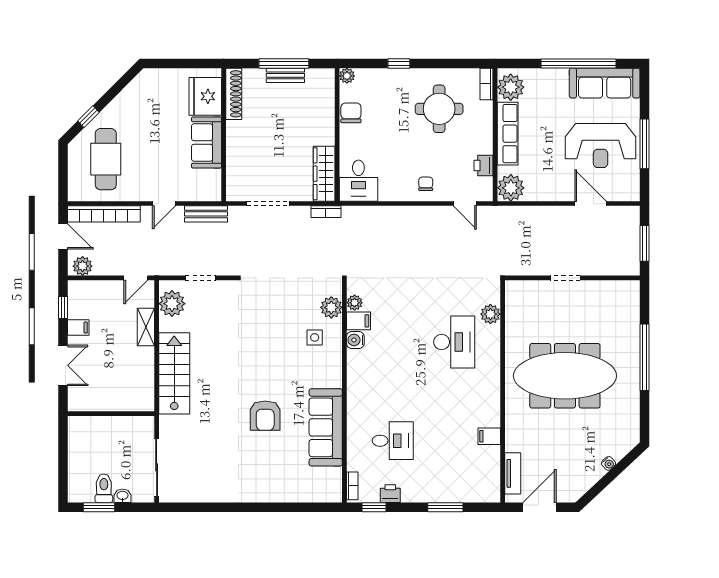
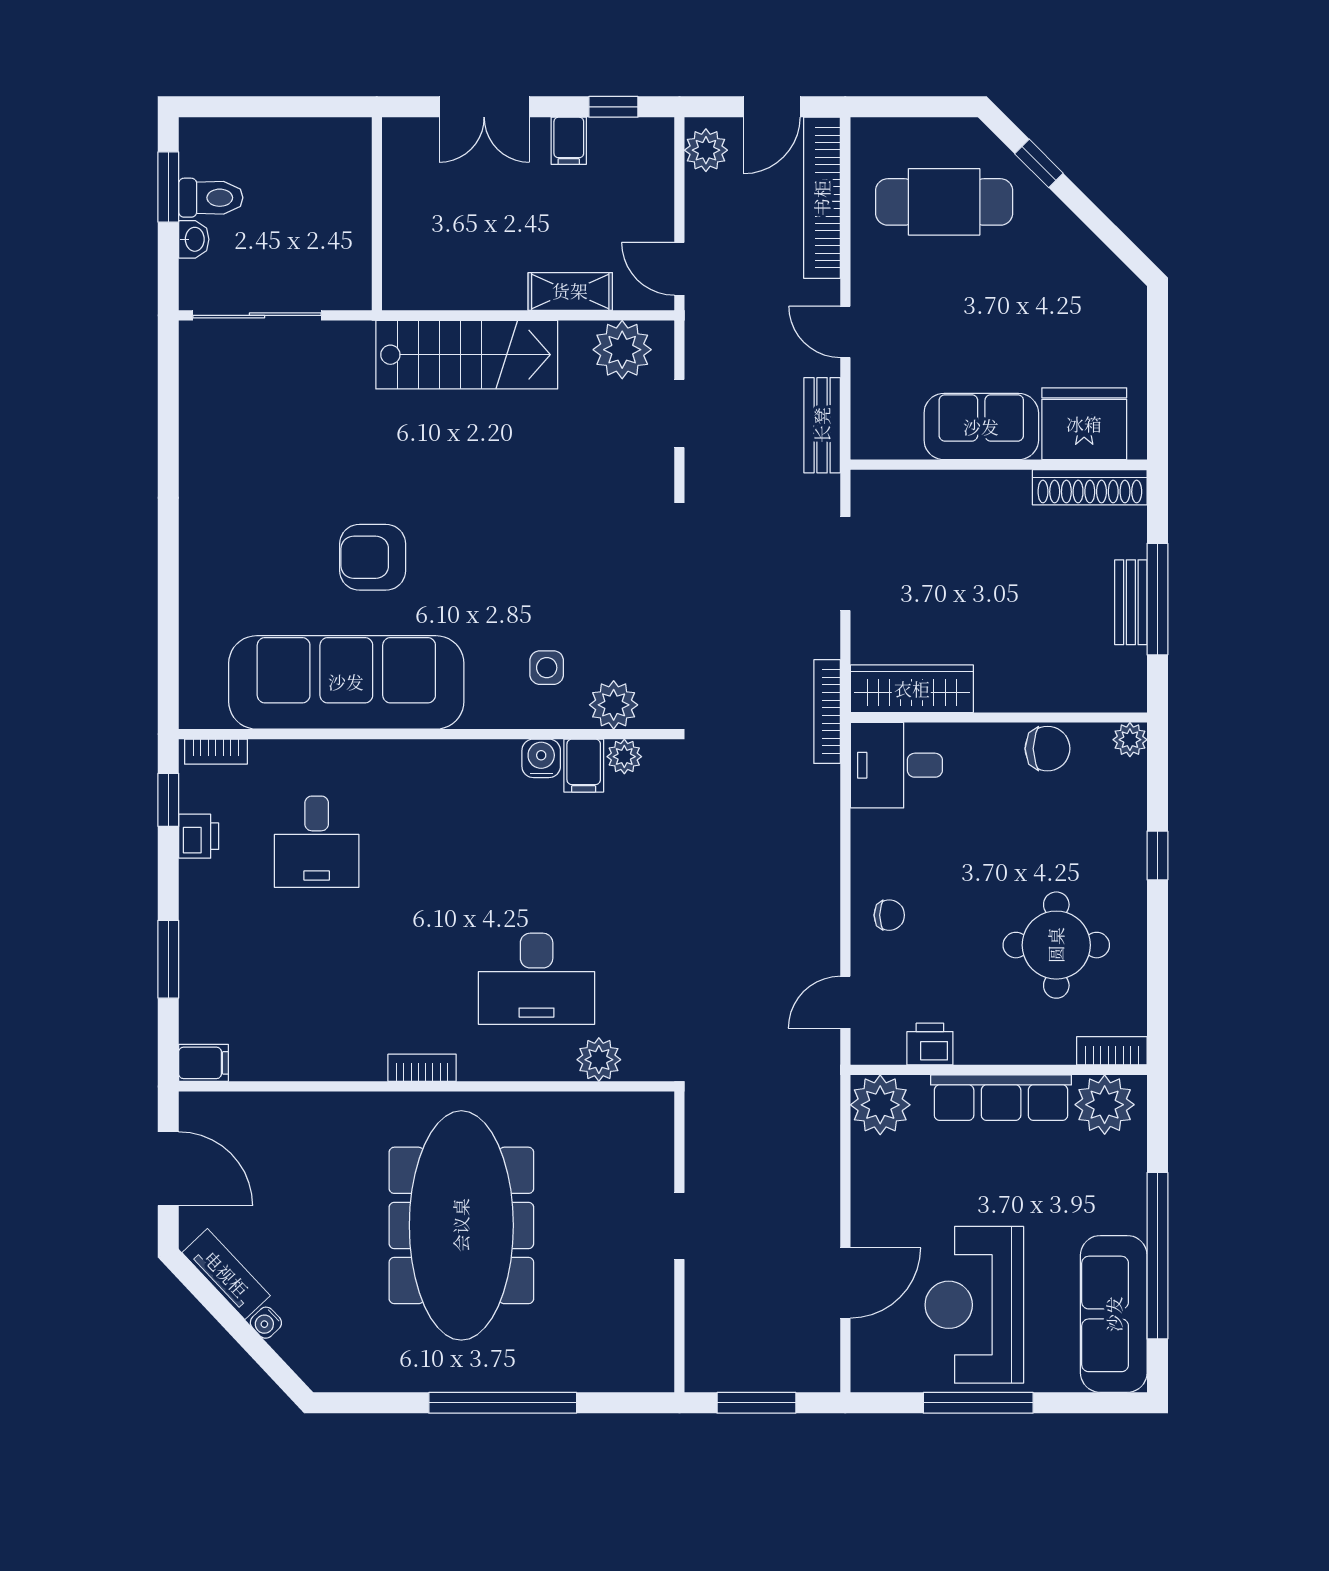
bookcase: (326, 212) -> (827, 712), width x1.56
bookcase: (494, 393) -> (422, 1068), added
sofa: (326, 427) -> (346, 682), width x1.36, depth x1.27
filing cabinet: (489, 436) -> (203, 1063), moved, turned 90
tv unit: (513, 473) -> (226, 1274), moved, turned -133

